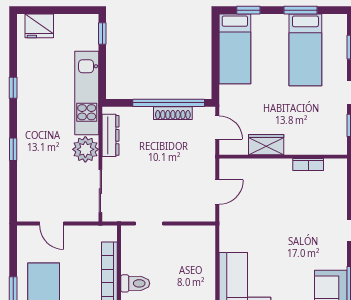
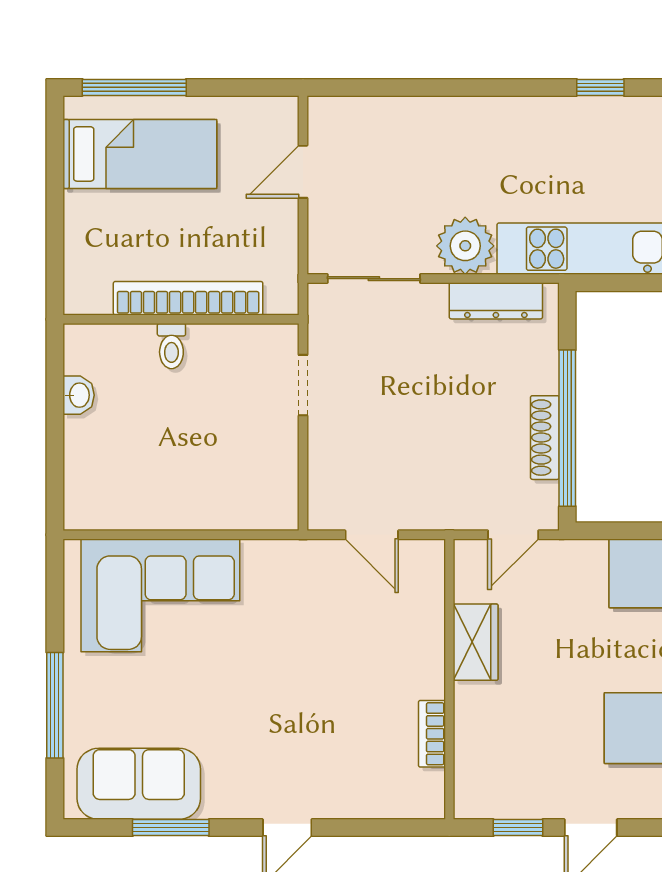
window: (13, 149) -> (466, 87), removed
toilet: (135, 283) -> (171, 346), width x0.73, depth x0.72

